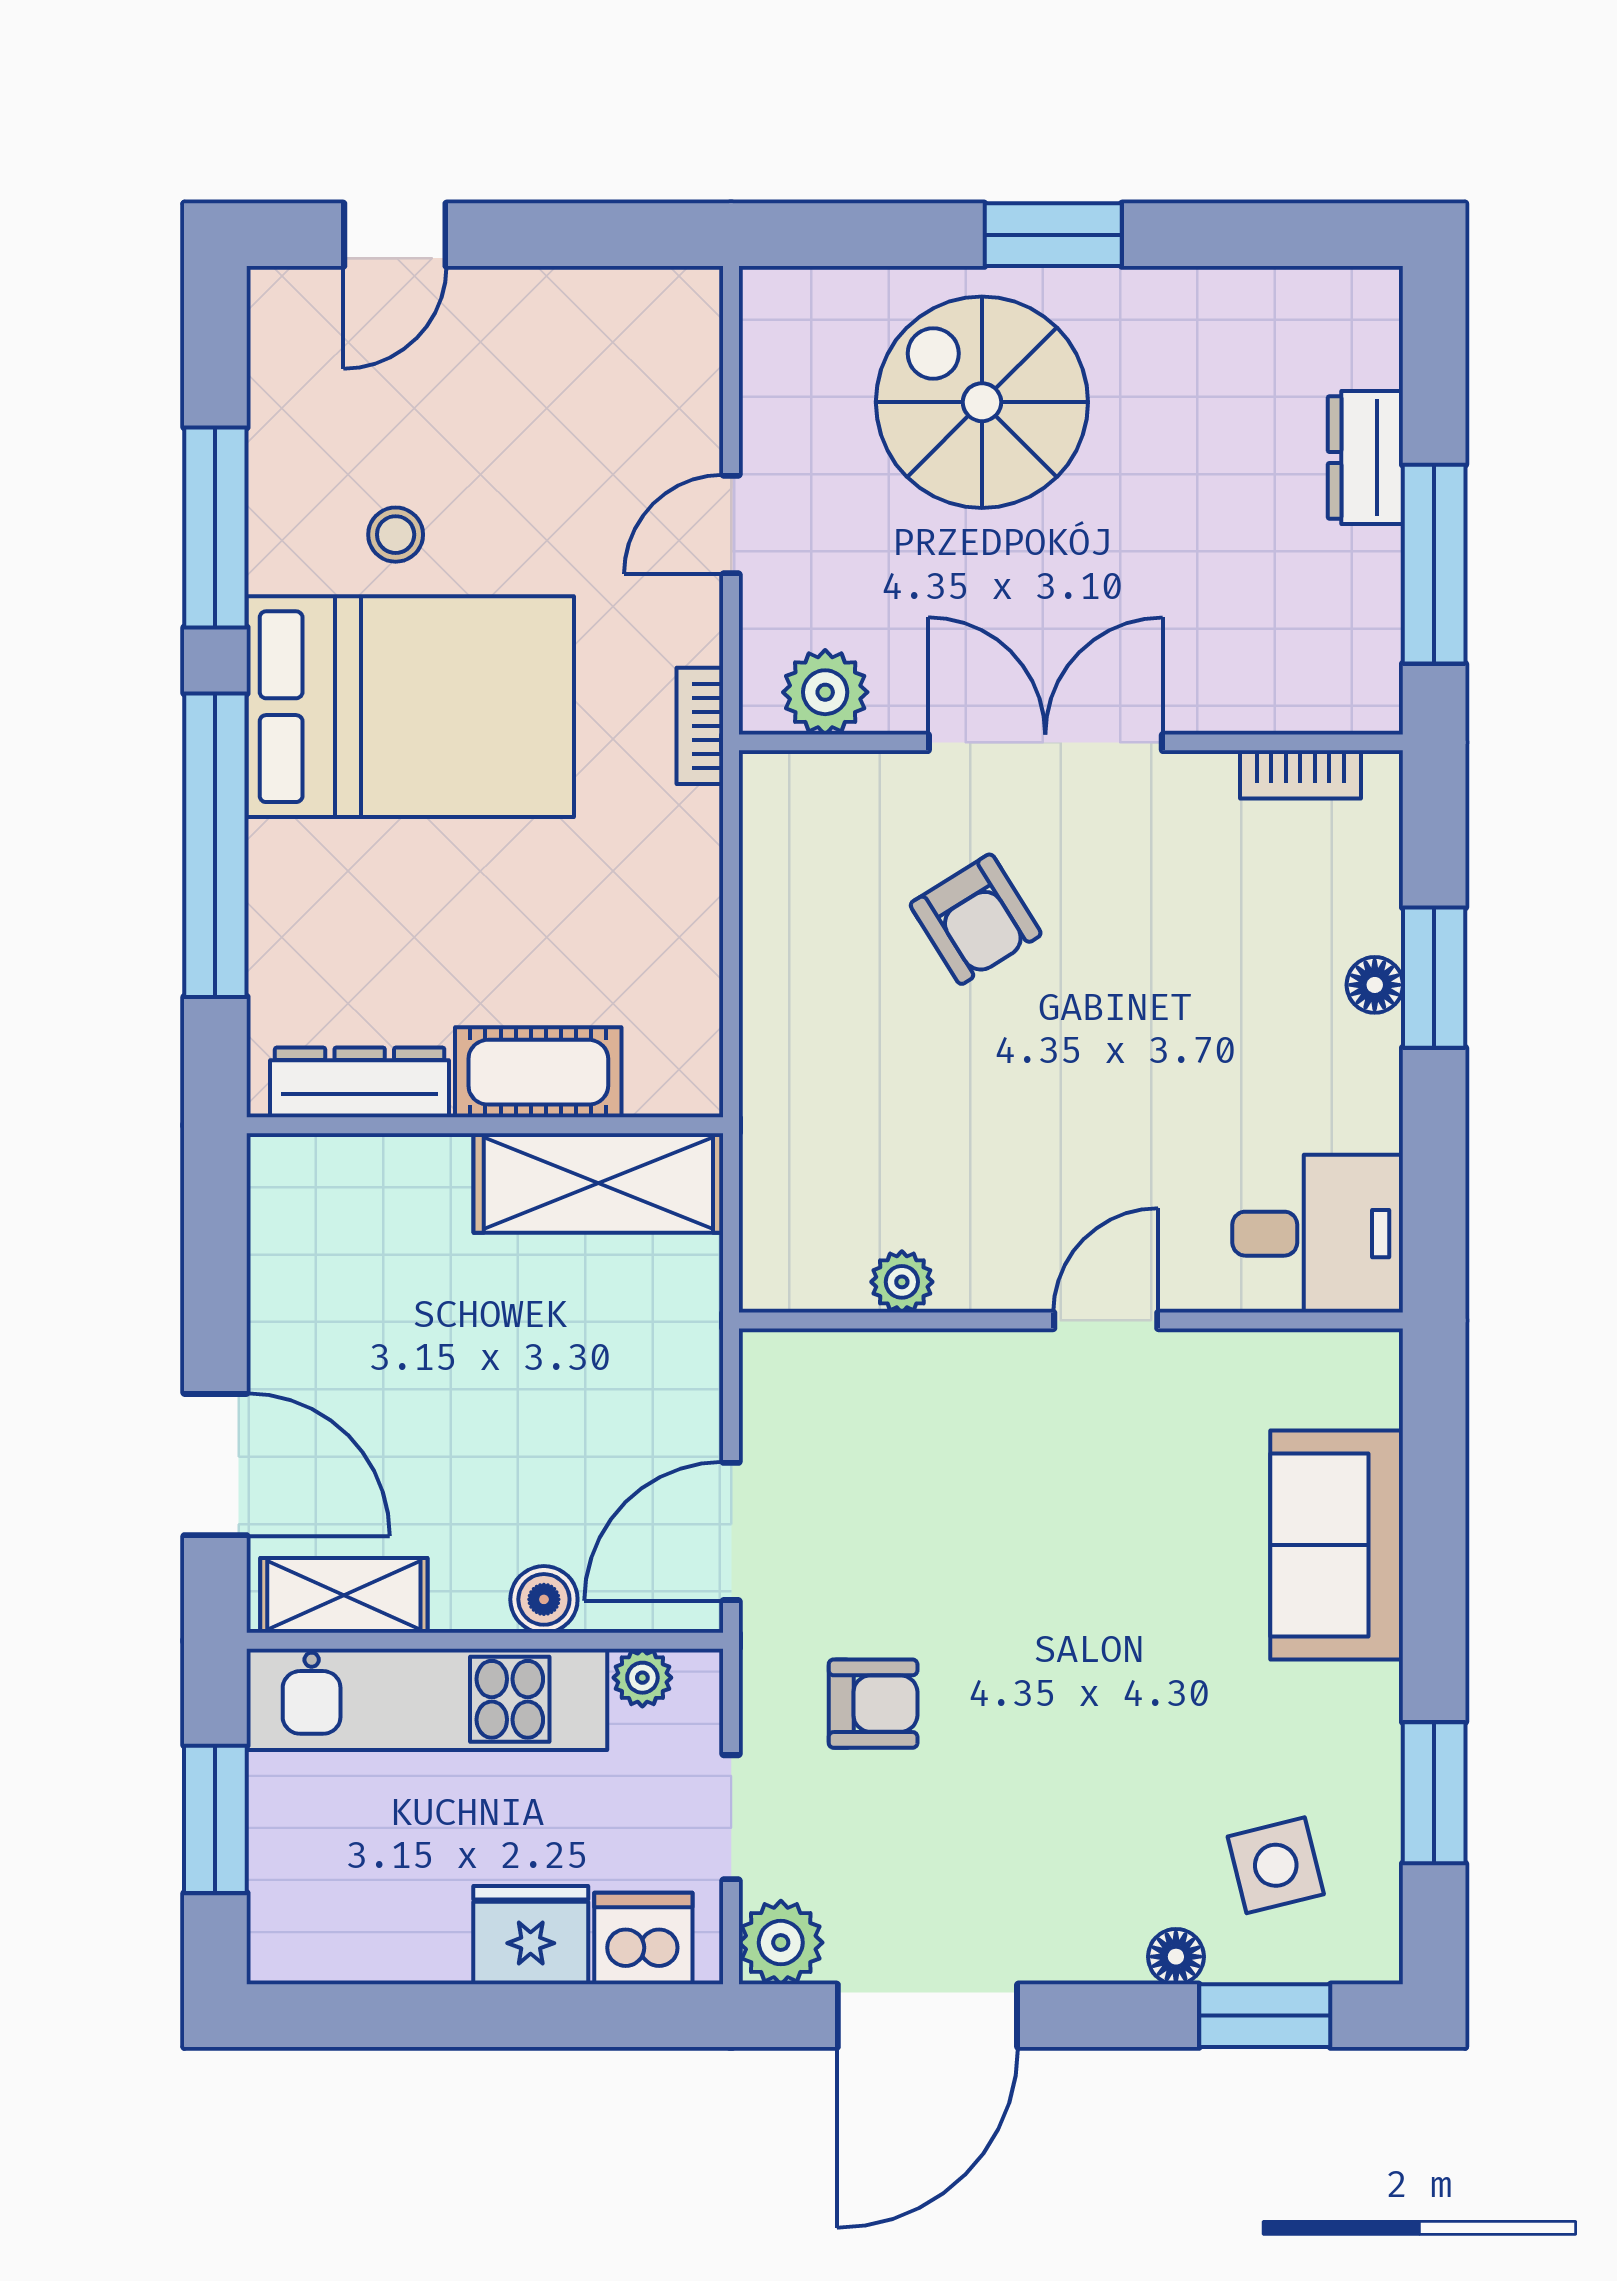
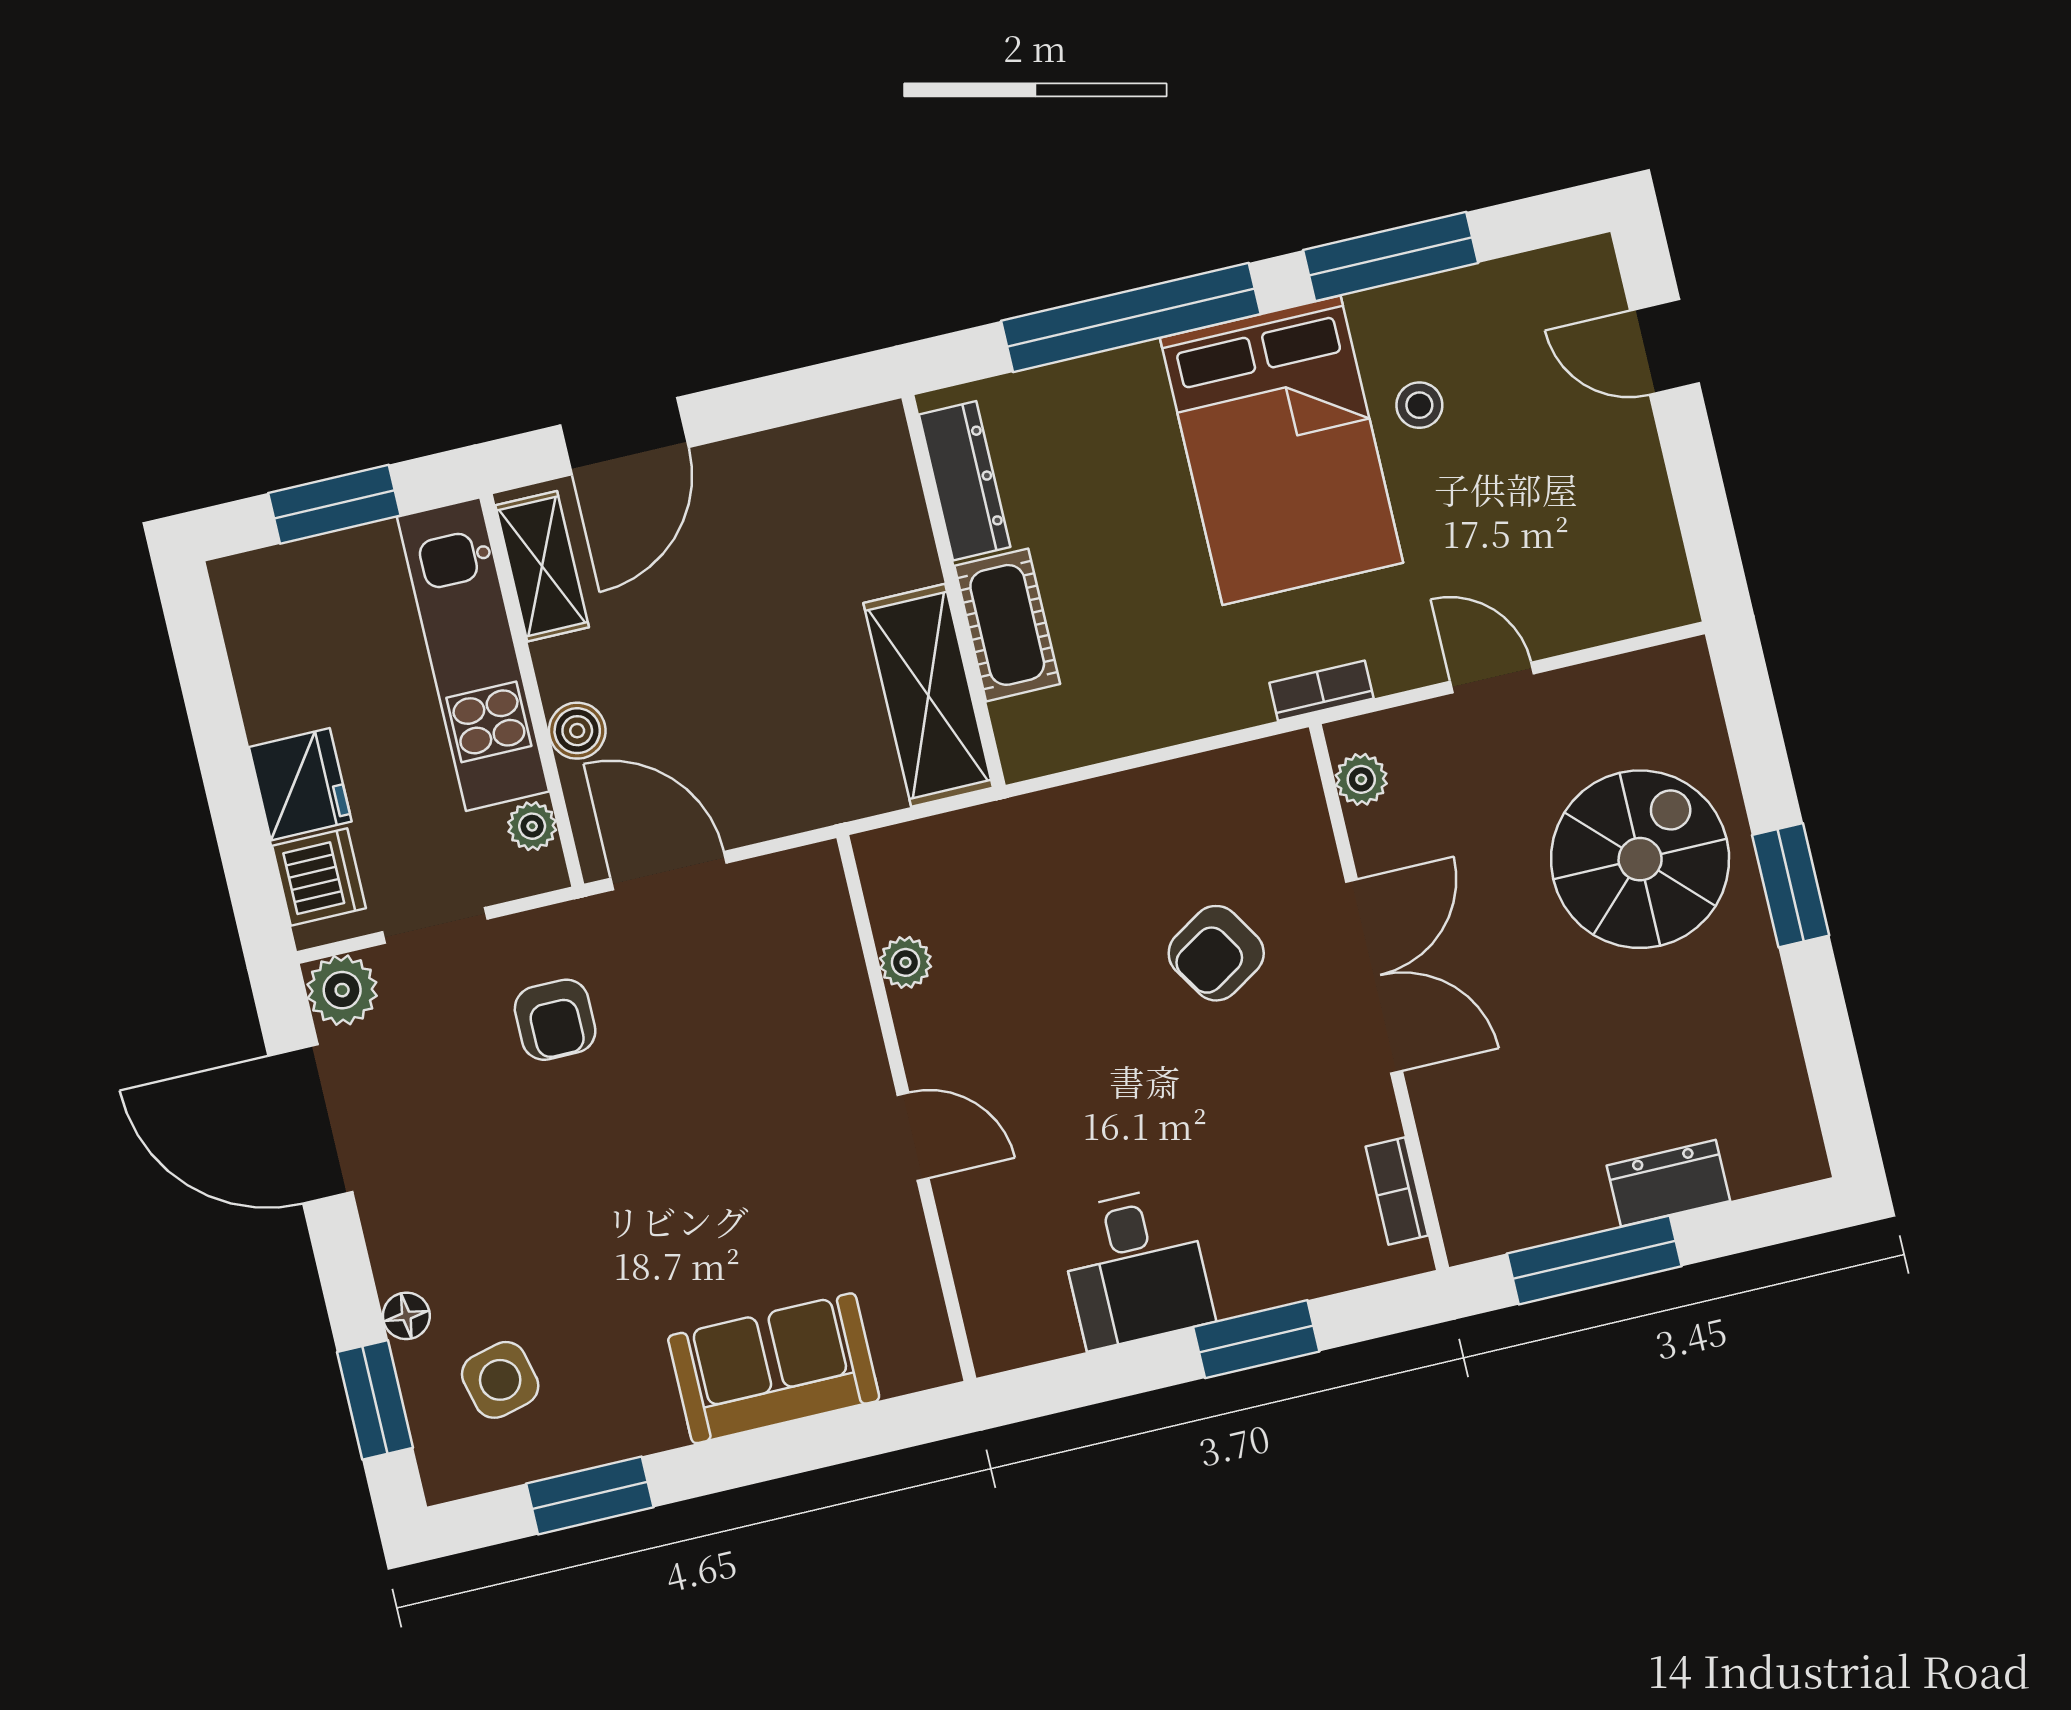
plant: (825, 692) -> (1361, 779), width x0.73, depth x0.73
floor lamp: (1375, 985) -> (1239, 1292), removed
desk: (1318, 1234) -> (1135, 1267), moved

